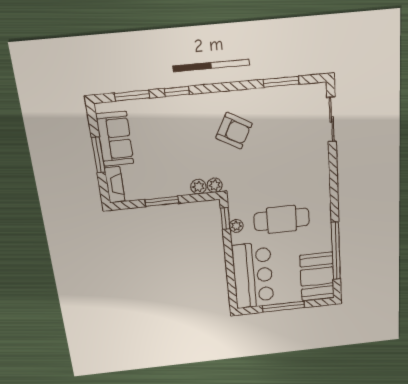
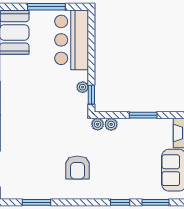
armchair: (234, 131) -> (77, 167), turned -119
cafe table: (282, 219) -> (43, 89), removed

